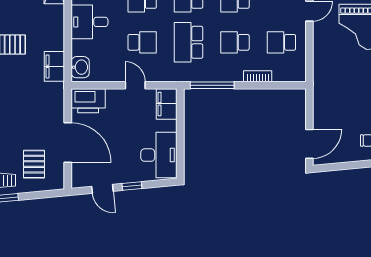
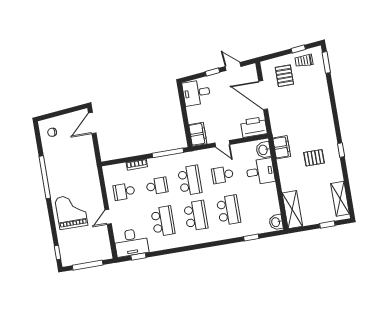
desk: (89, 22) -> (260, 171), moved
school desk: (281, 42) -> (124, 191), turned 180
desk: (159, 155) -> (196, 93), width x0.73

